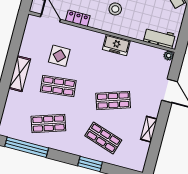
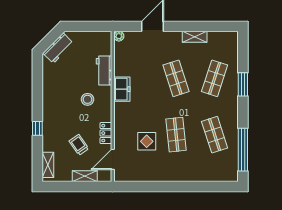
workbench: (159, 38) -> (104, 71), moved
shelving: (20, 74) -> (174, 175), removed

